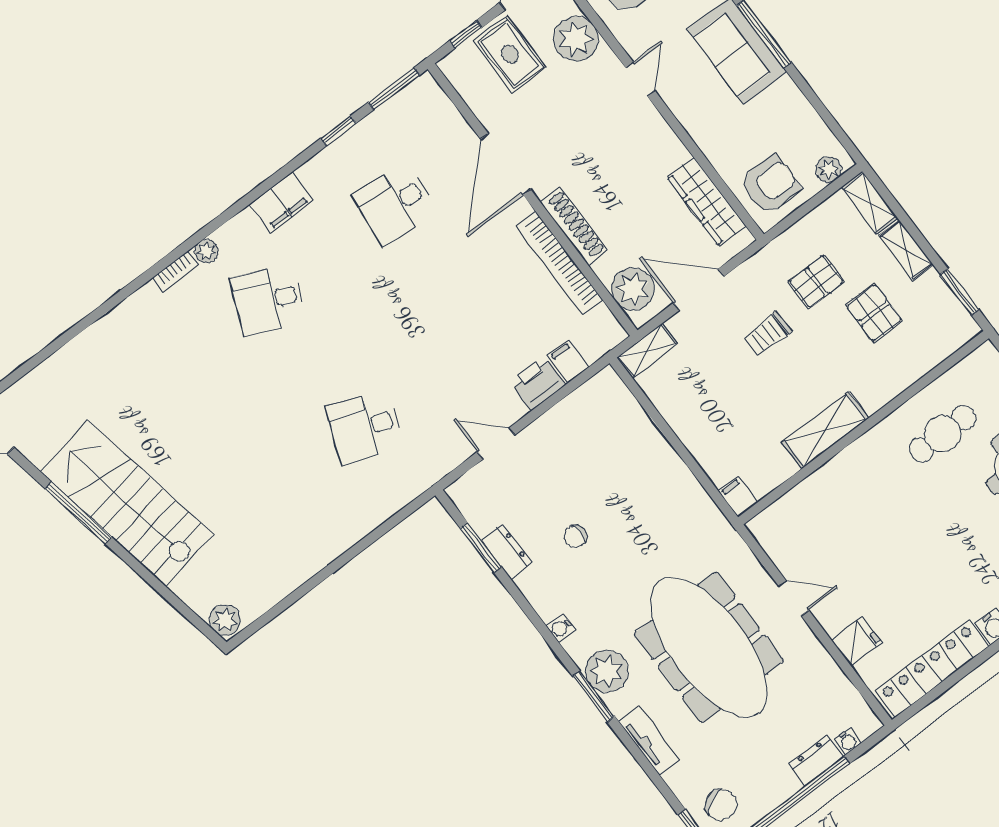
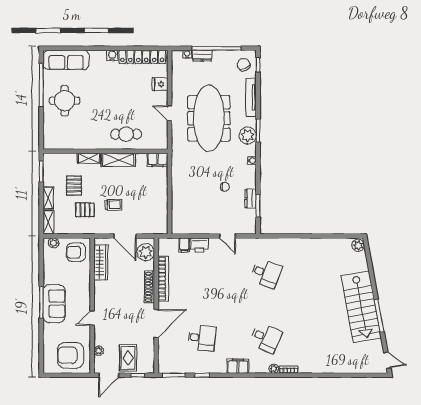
plant: (576, 39) -> (99, 351), width x0.53, depth x0.53
shelving: (647, 351) -> (89, 158), moved
cafe table: (943, 434) -> (126, 134), moved
filing cabinet: (738, 496) -> (158, 160), width x2.00
tv unit: (649, 740) -> (251, 97), width x1.41

